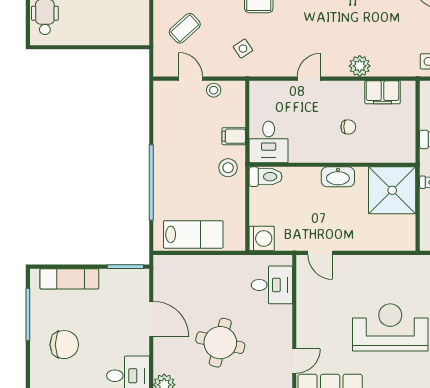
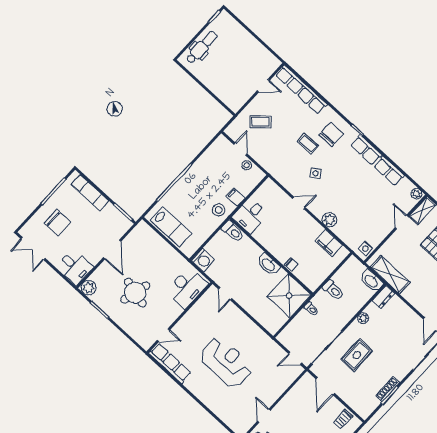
side table: (243, 49) -> (315, 173), moved
chair: (348, 127) -> (291, 264), moved
desk: (272, 285) -> (187, 288), width x1.37

